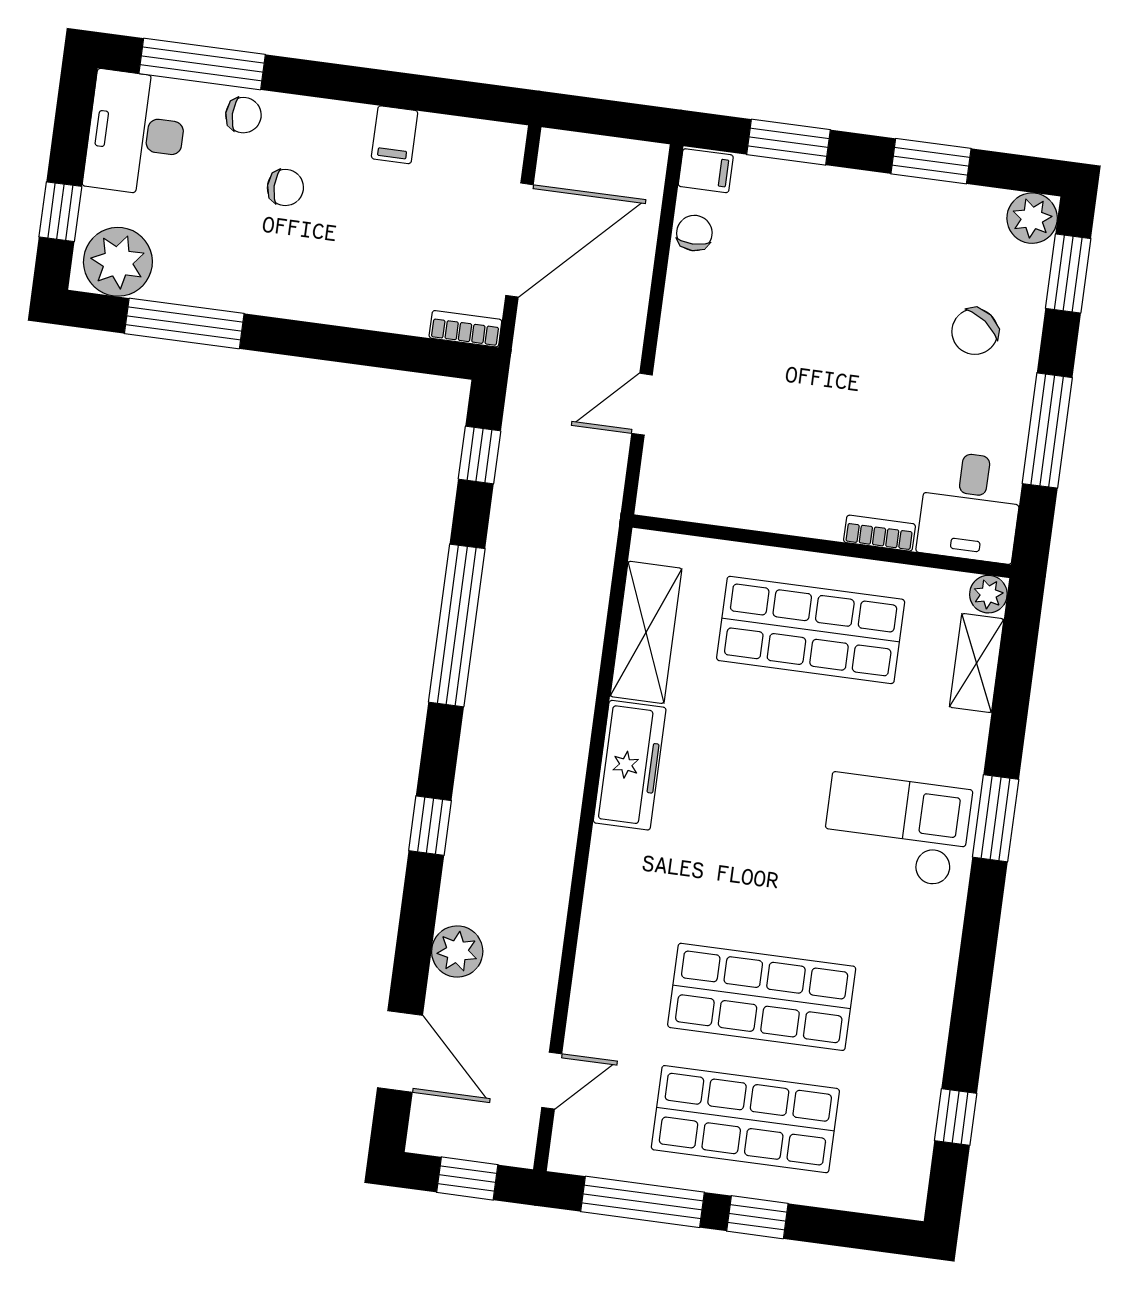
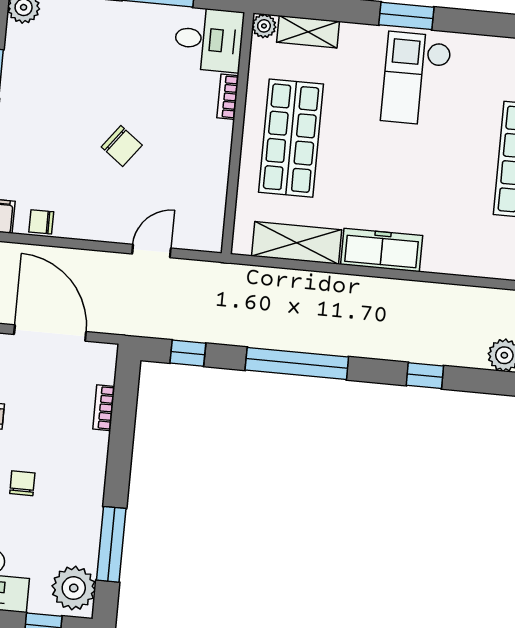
bookcase: (465, 329) -> (104, 408), moved
chair: (975, 332) -> (122, 146), moved
door: (642, 404) -> (152, 251), swing flipped

